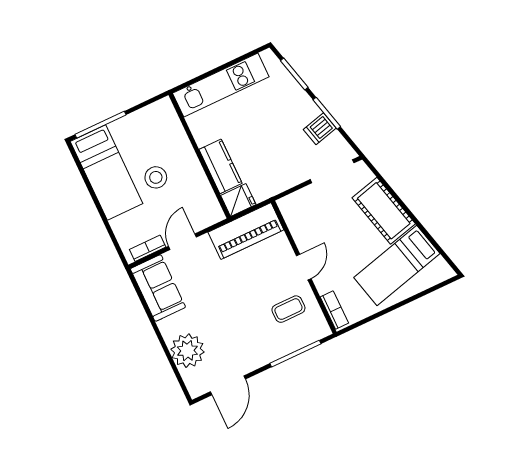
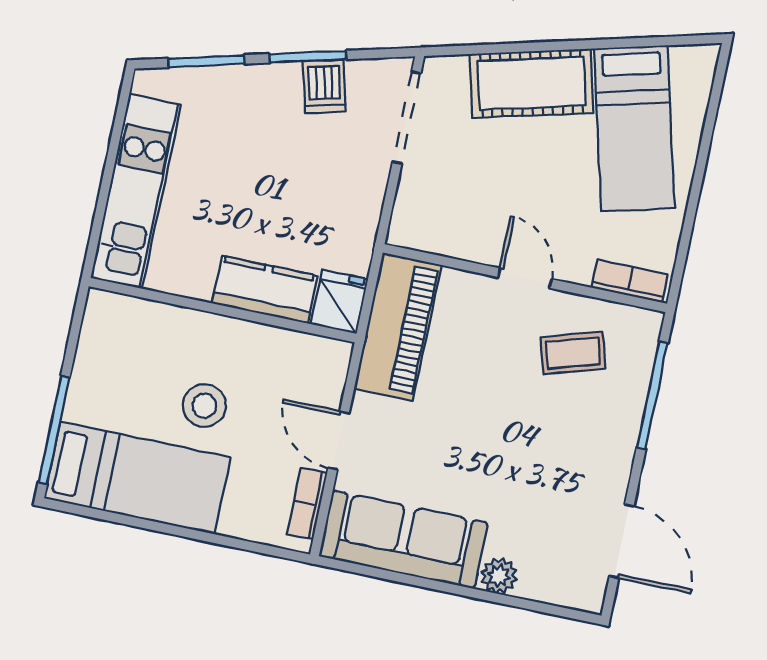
sofa: (158, 288) -> (403, 540), width x1.36
coffee table: (288, 309) -> (573, 353), turned 73
plant: (187, 351) -> (499, 576), width x0.53, depth x0.53

